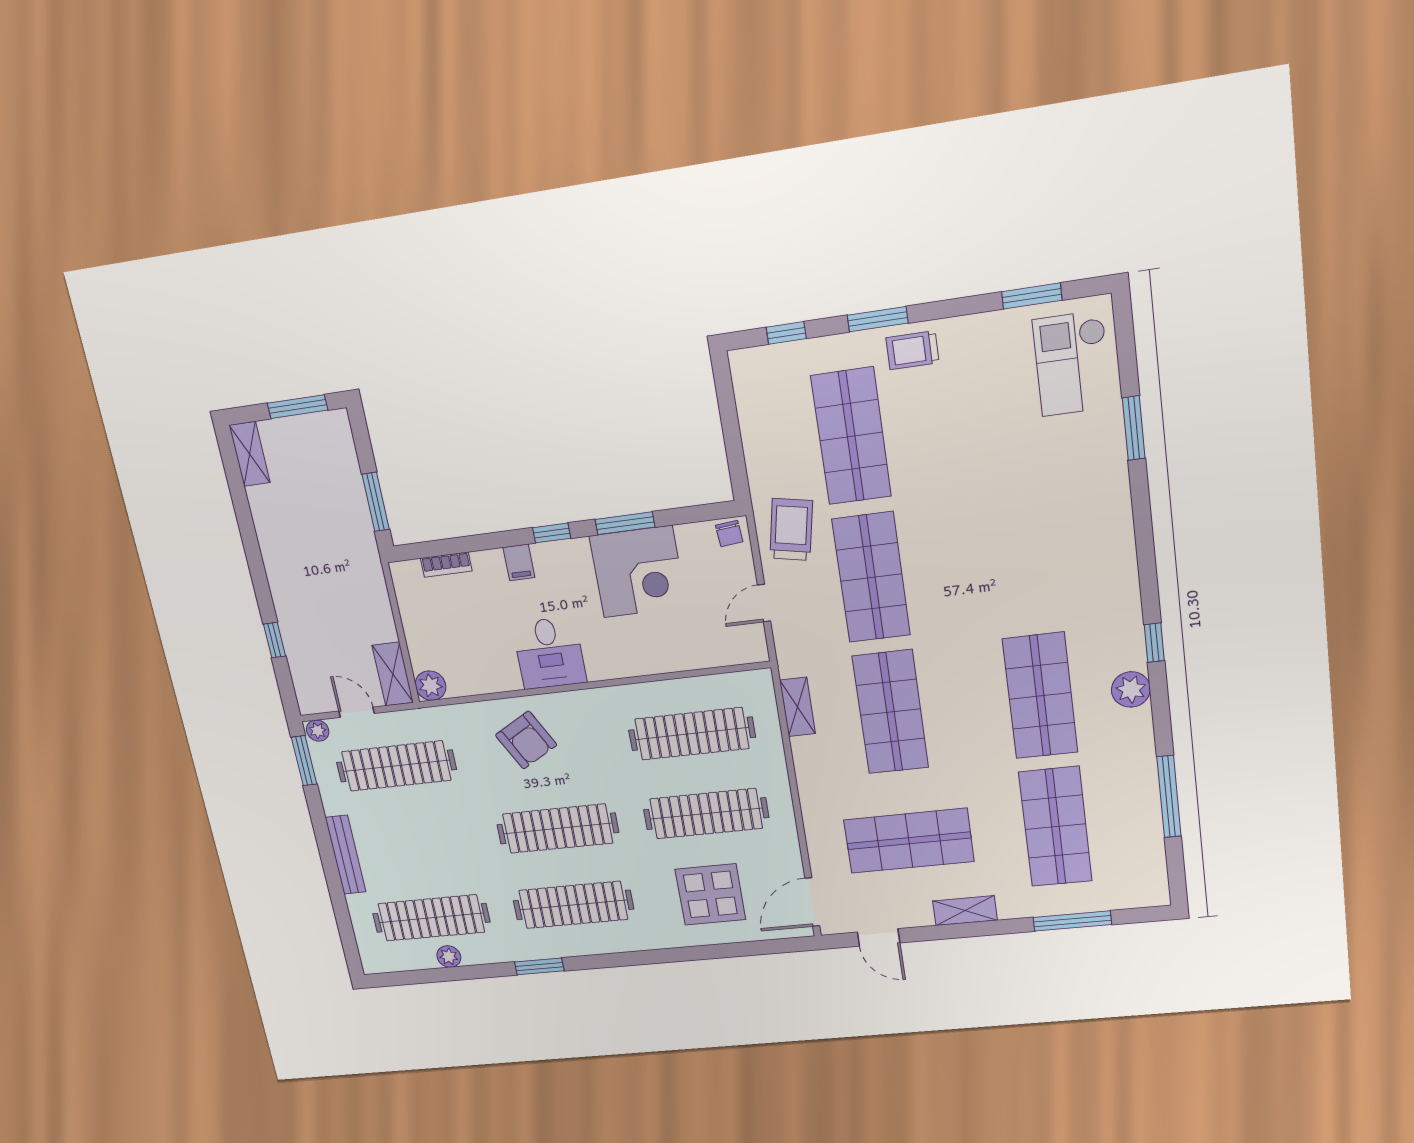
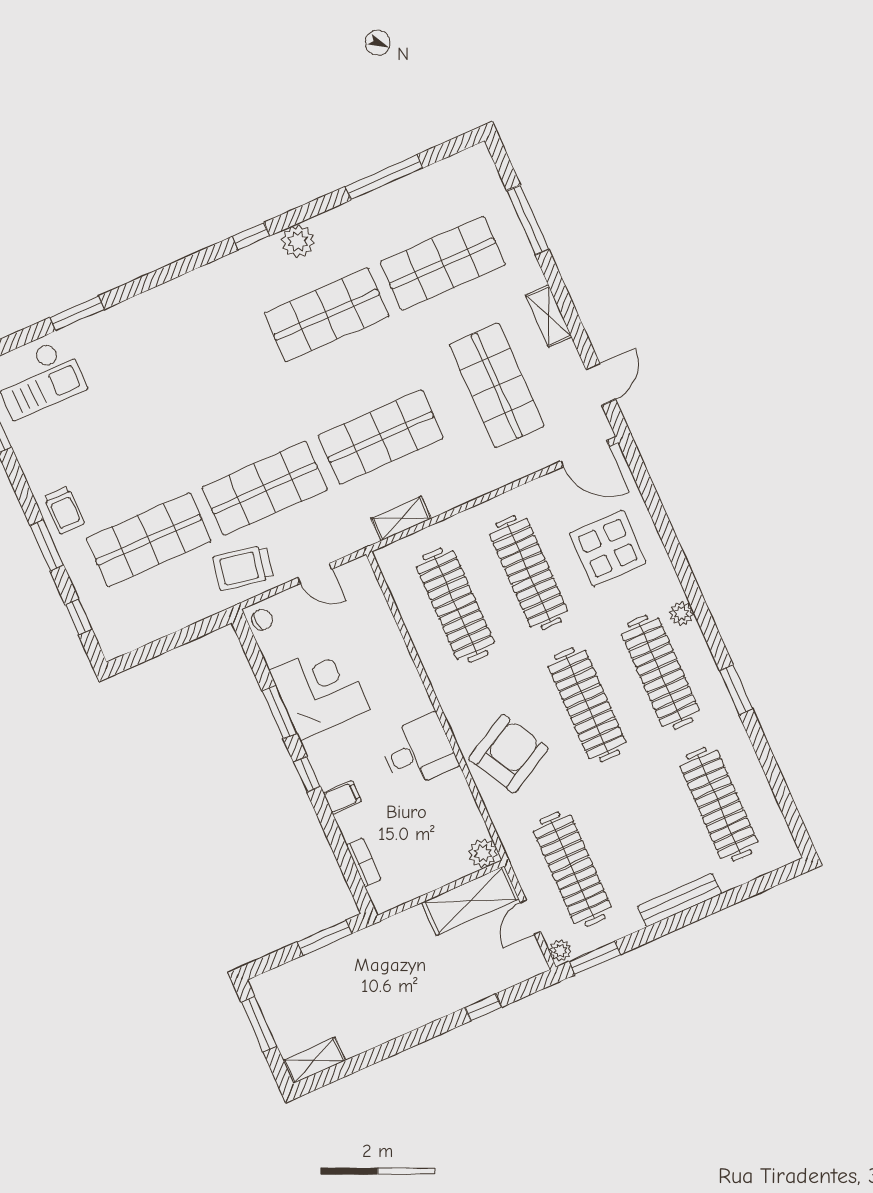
shelving: (393, 674) -> (470, 901), width x1.50, depth x1.33
armchair: (526, 740) -> (508, 754), width x1.36, depth x1.36
plant: (449, 957) -> (681, 614), moved

